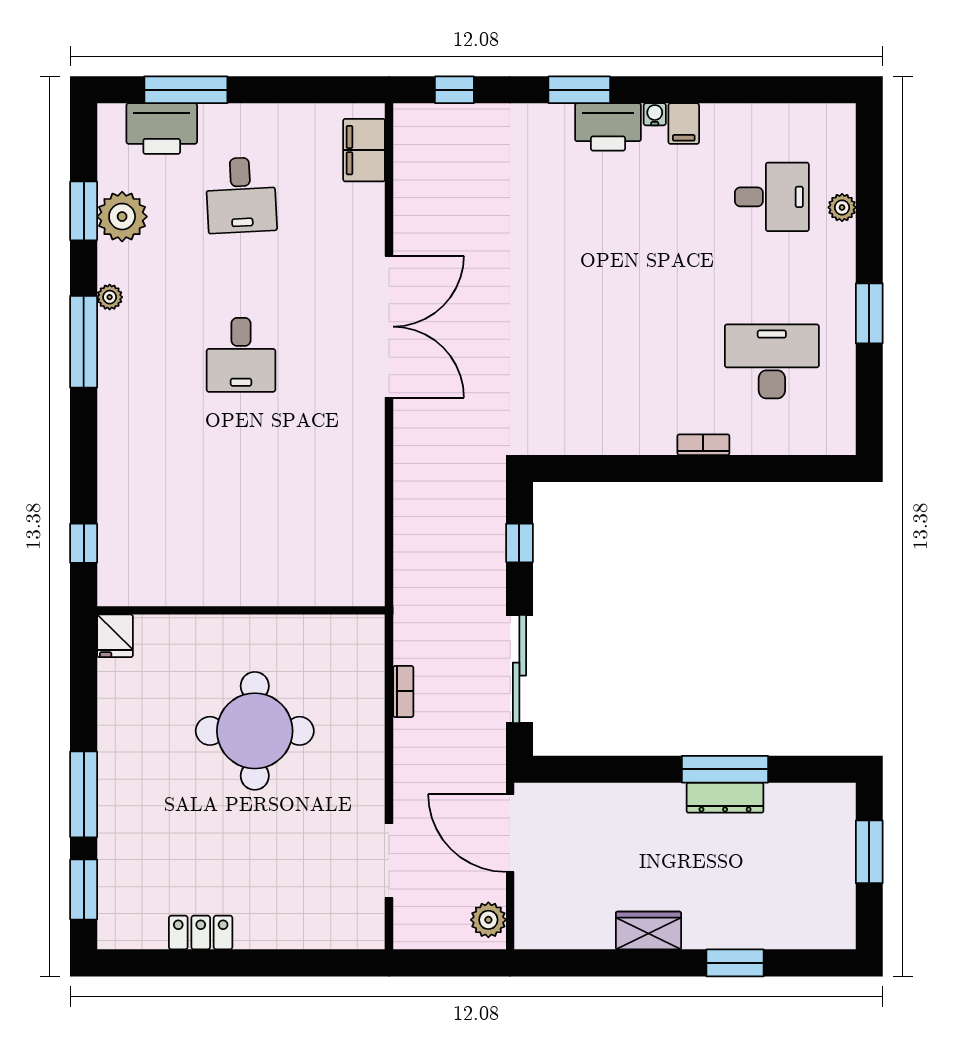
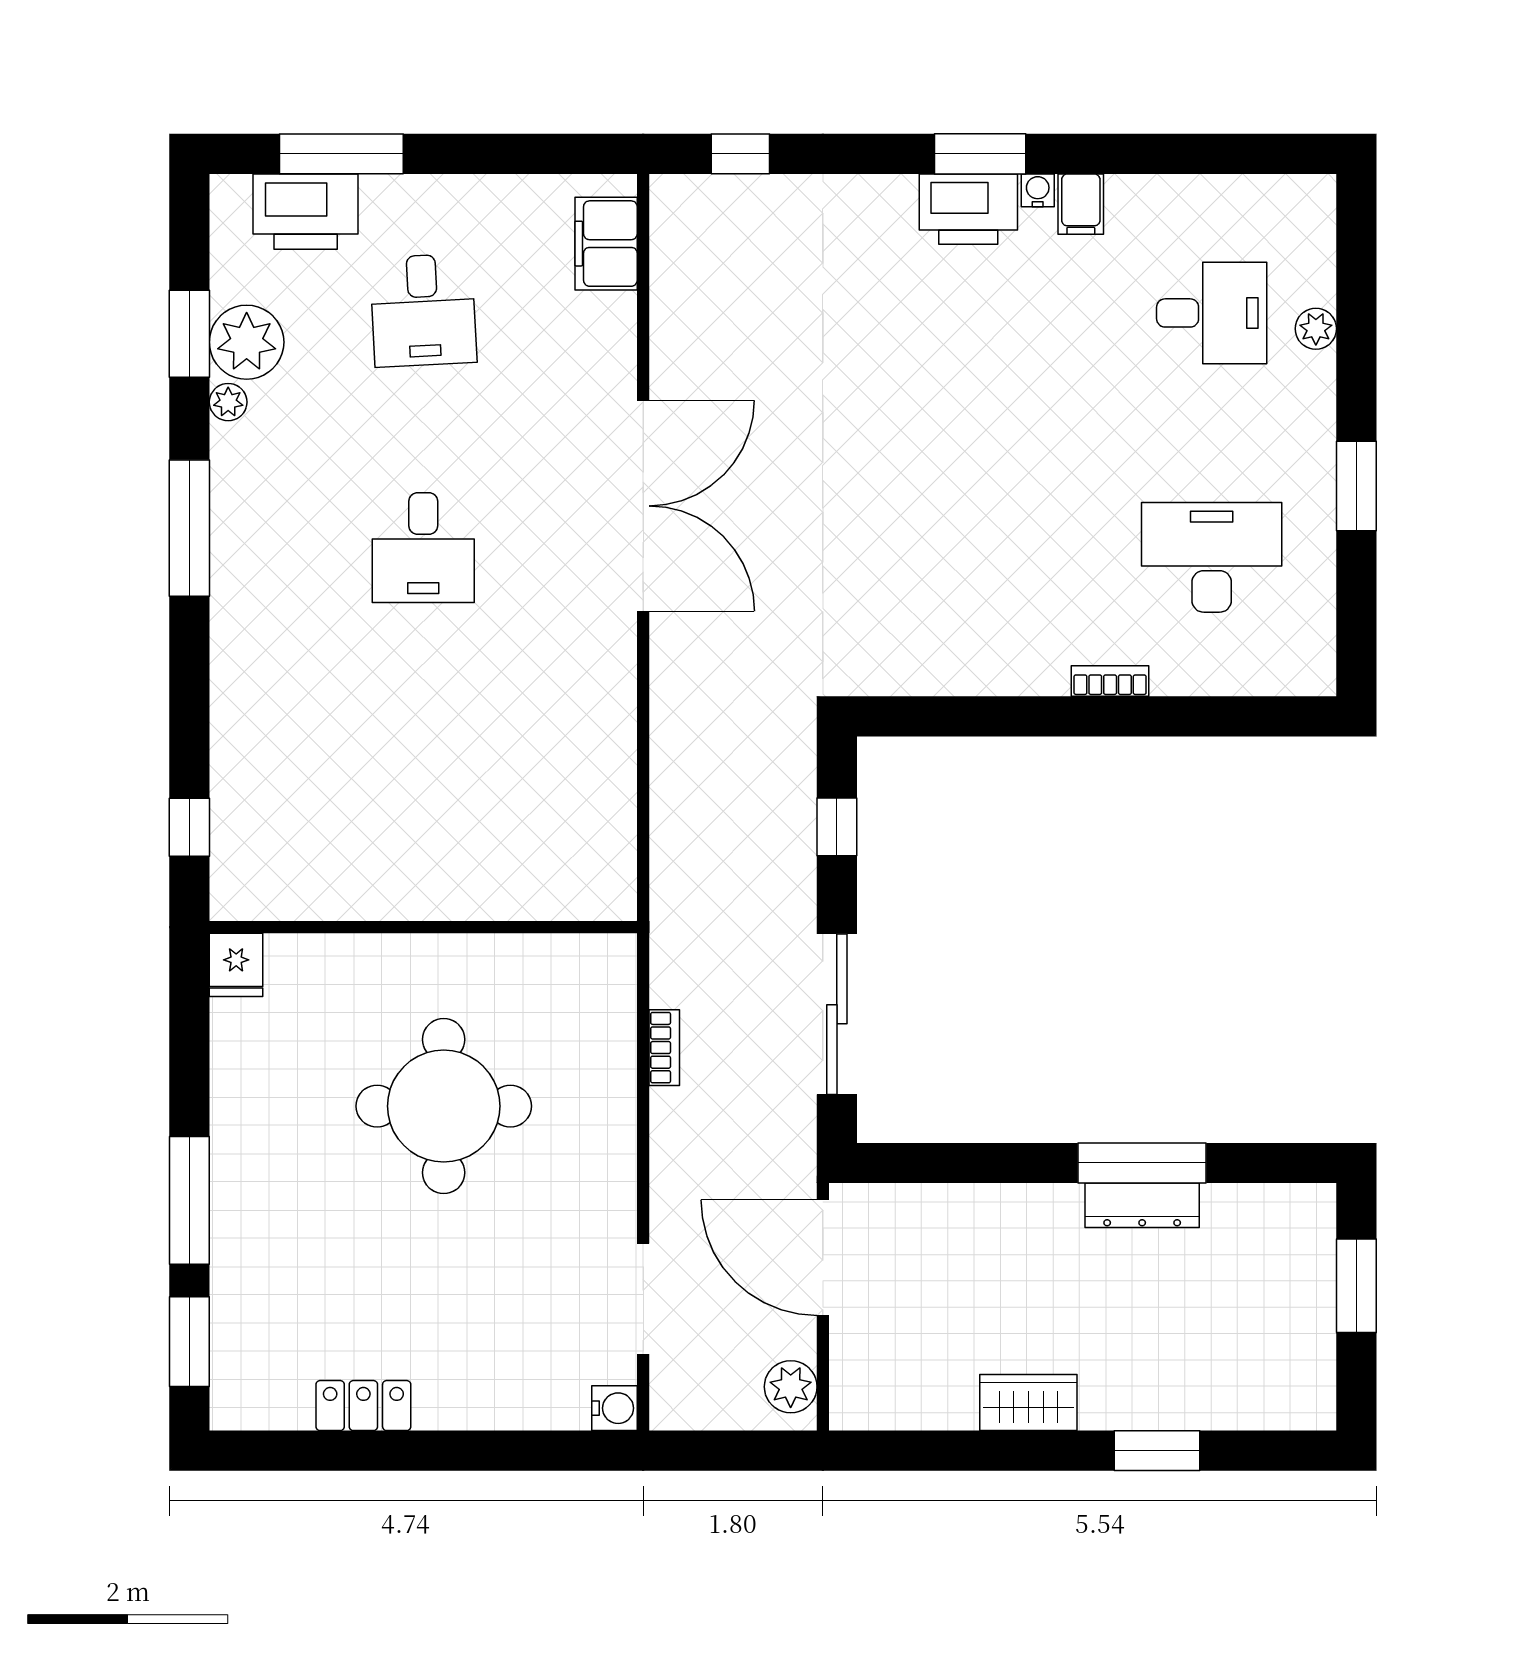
window: (579, 90) -> (980, 154), moved
plant: (110, 297) -> (228, 402), moved
water cooler: (370, 934) -> (614, 1408), added

